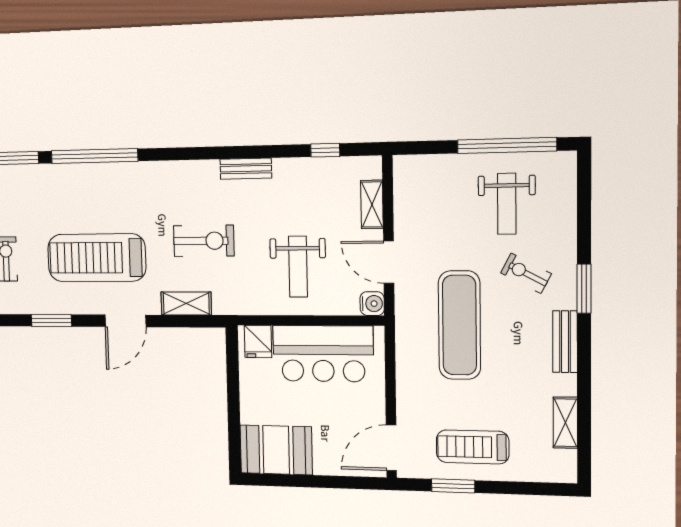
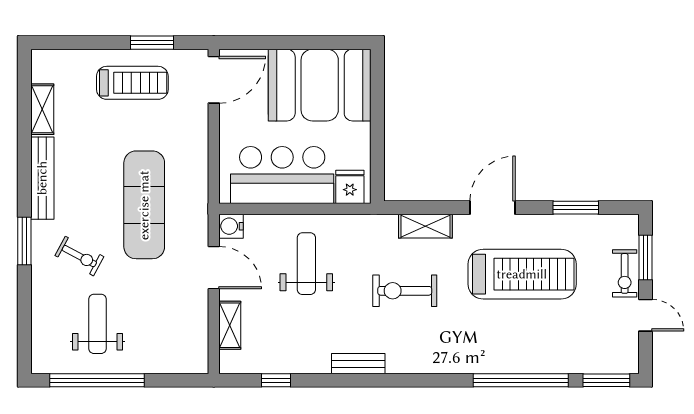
bench: (565, 342) -> (42, 178), width x1.36
booth: (276, 450) -> (320, 85), width x1.36, depth x1.42

